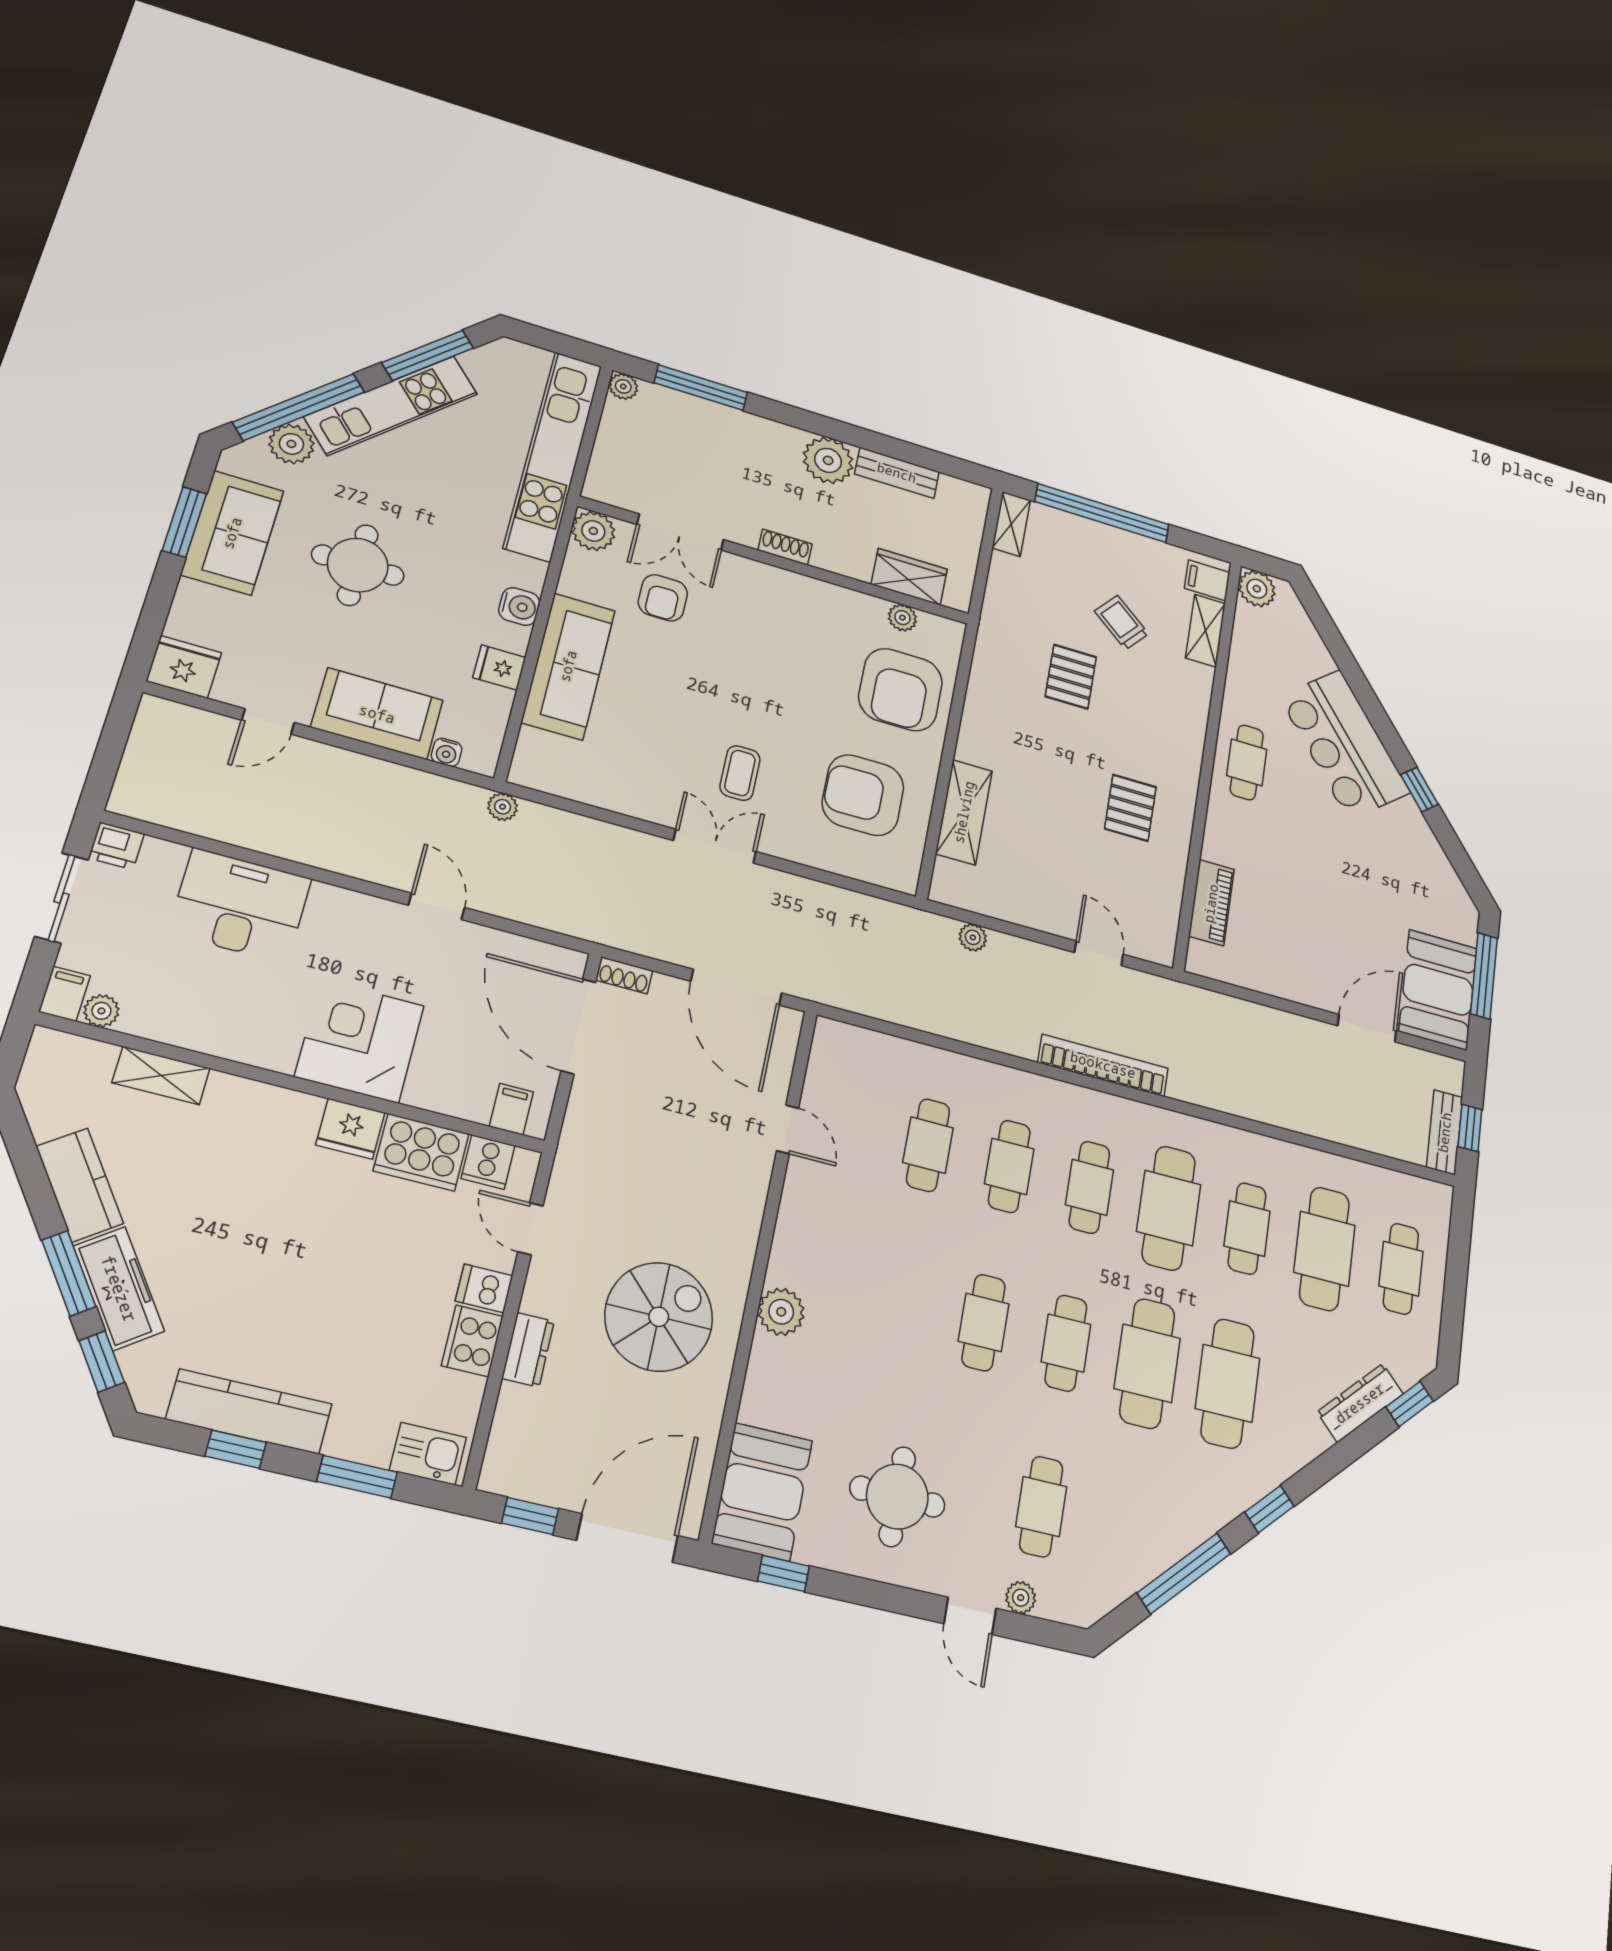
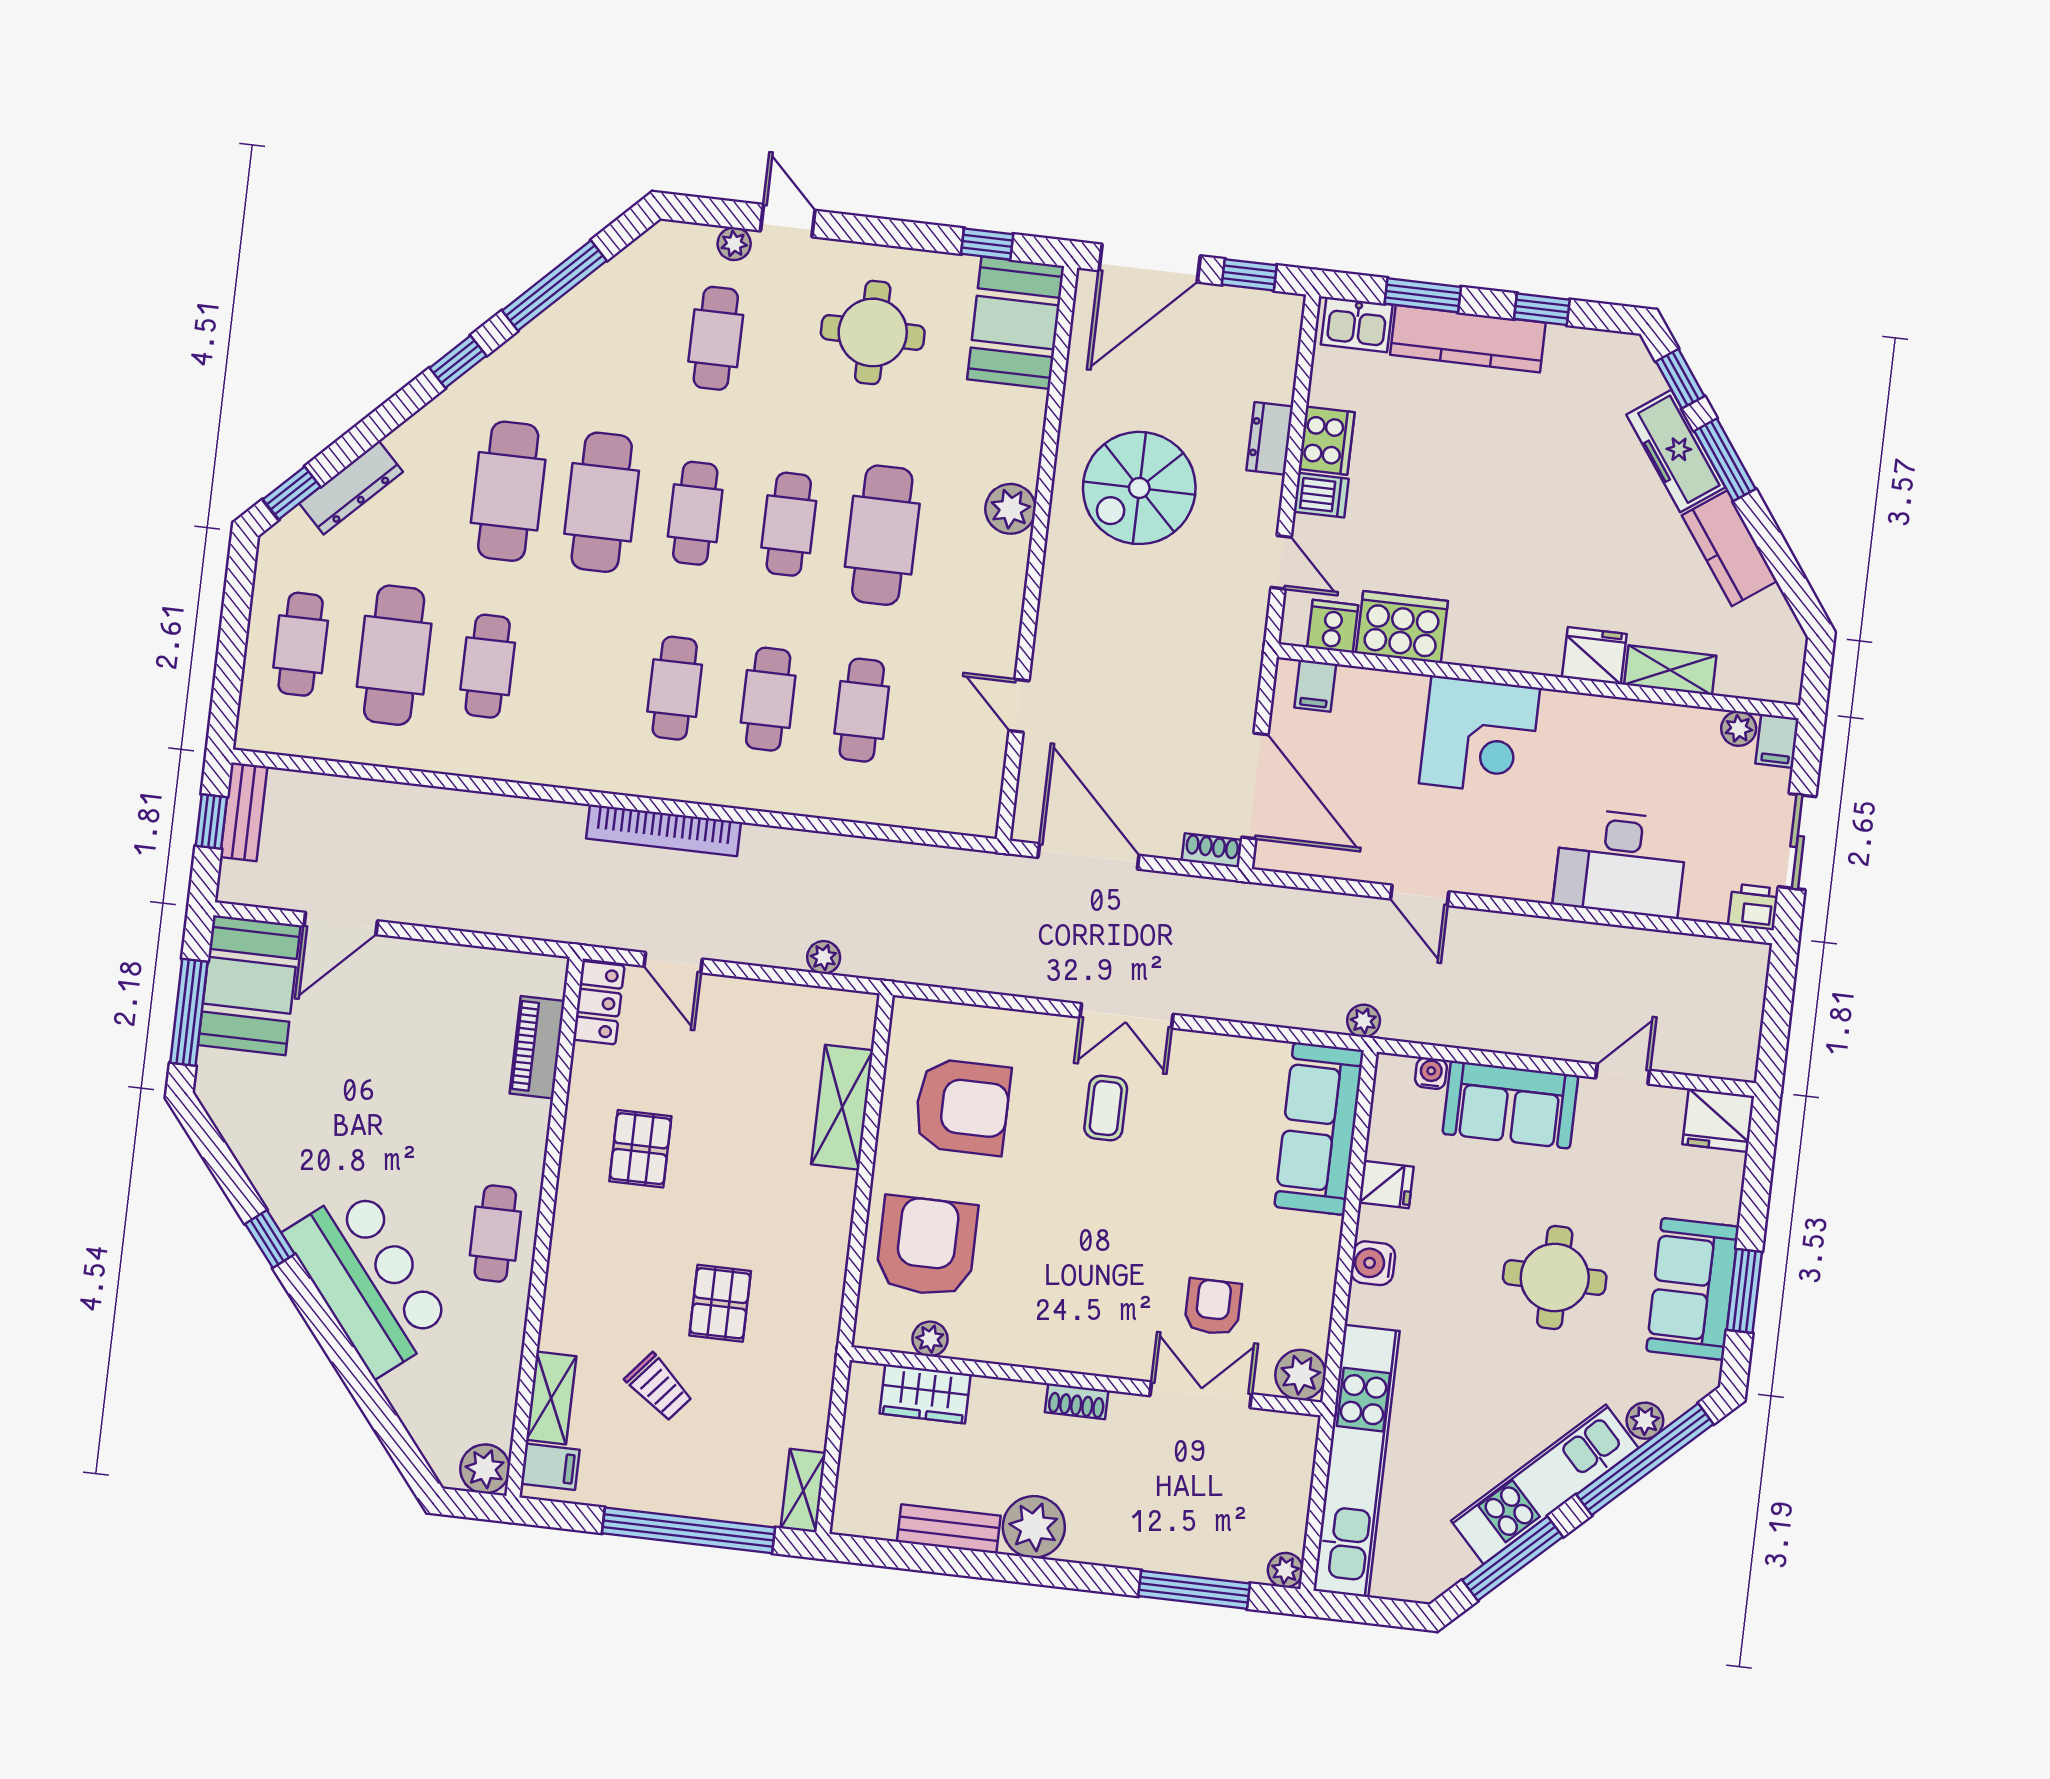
plant: (291, 444) -> (1645, 1421), width x0.73, depth x0.73
sofa: (568, 666) -> (1319, 1129), moved
locker: (1161, 930) -> (599, 1003), added
fridge: (350, 1129) -> (1594, 656), moved
cafe table: (1169, 1208) -> (882, 535), moved
kitchen counter: (249, 1412) -> (1468, 339), moved

